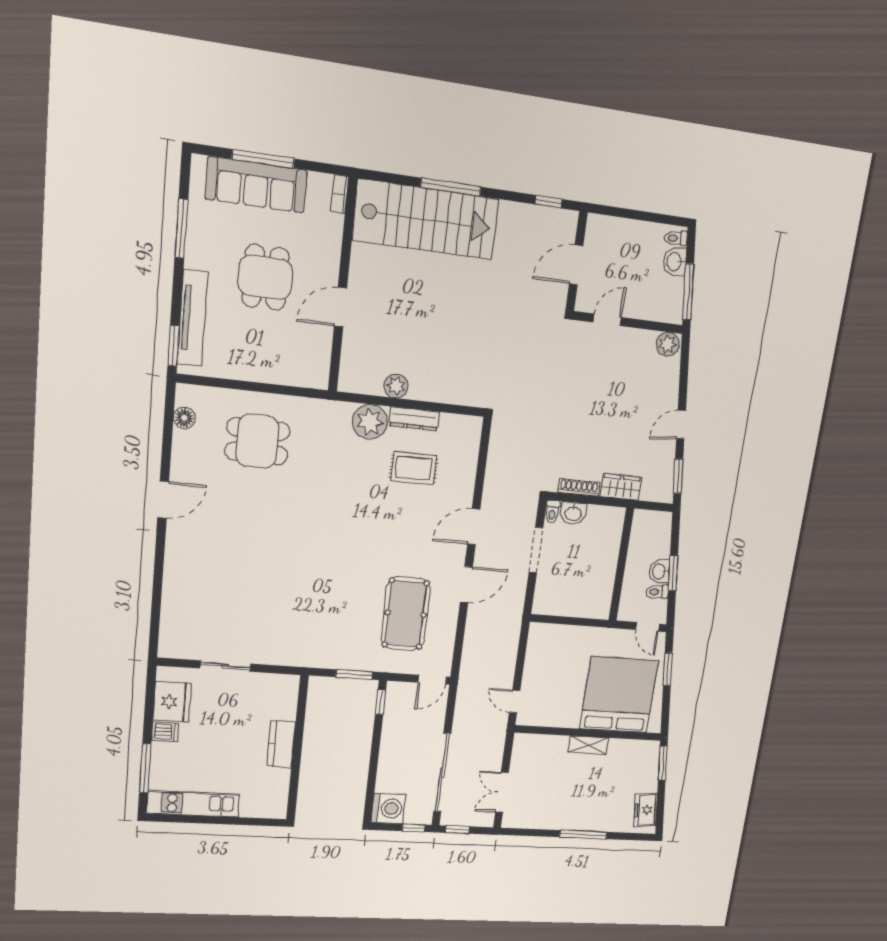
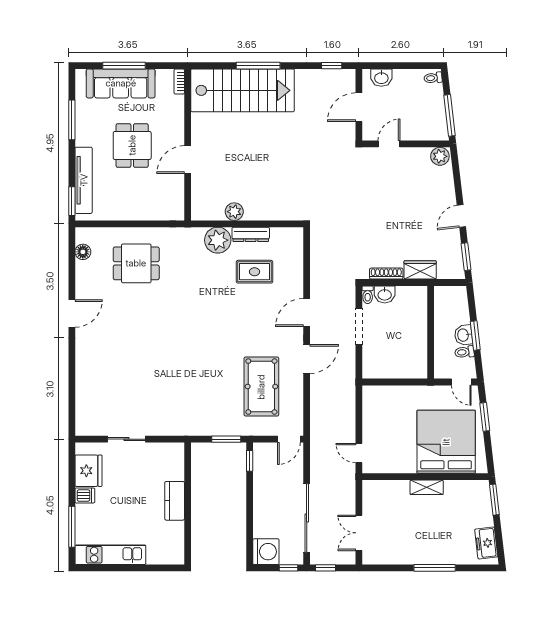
washbasin: (675, 262) -> (381, 78), moved, turned -83

